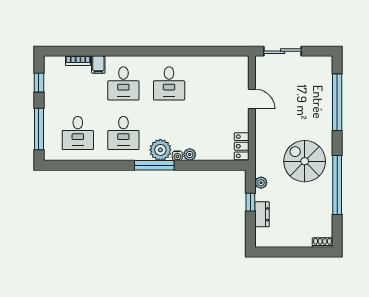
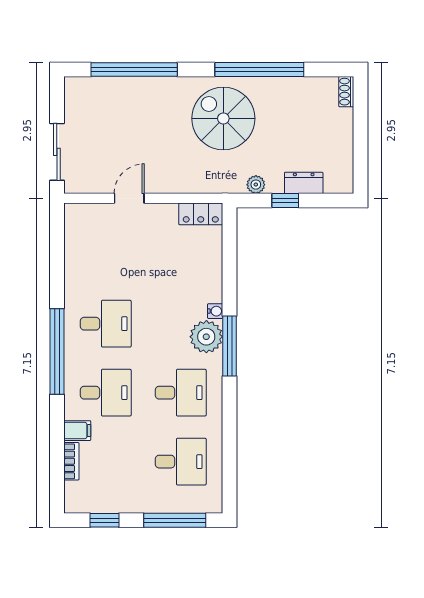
window: (151, 51) -> (57, 352), added
plant: (190, 154) -> (213, 292), removed
spiral stairs: (305, 161) -> (223, 118), turned 90

